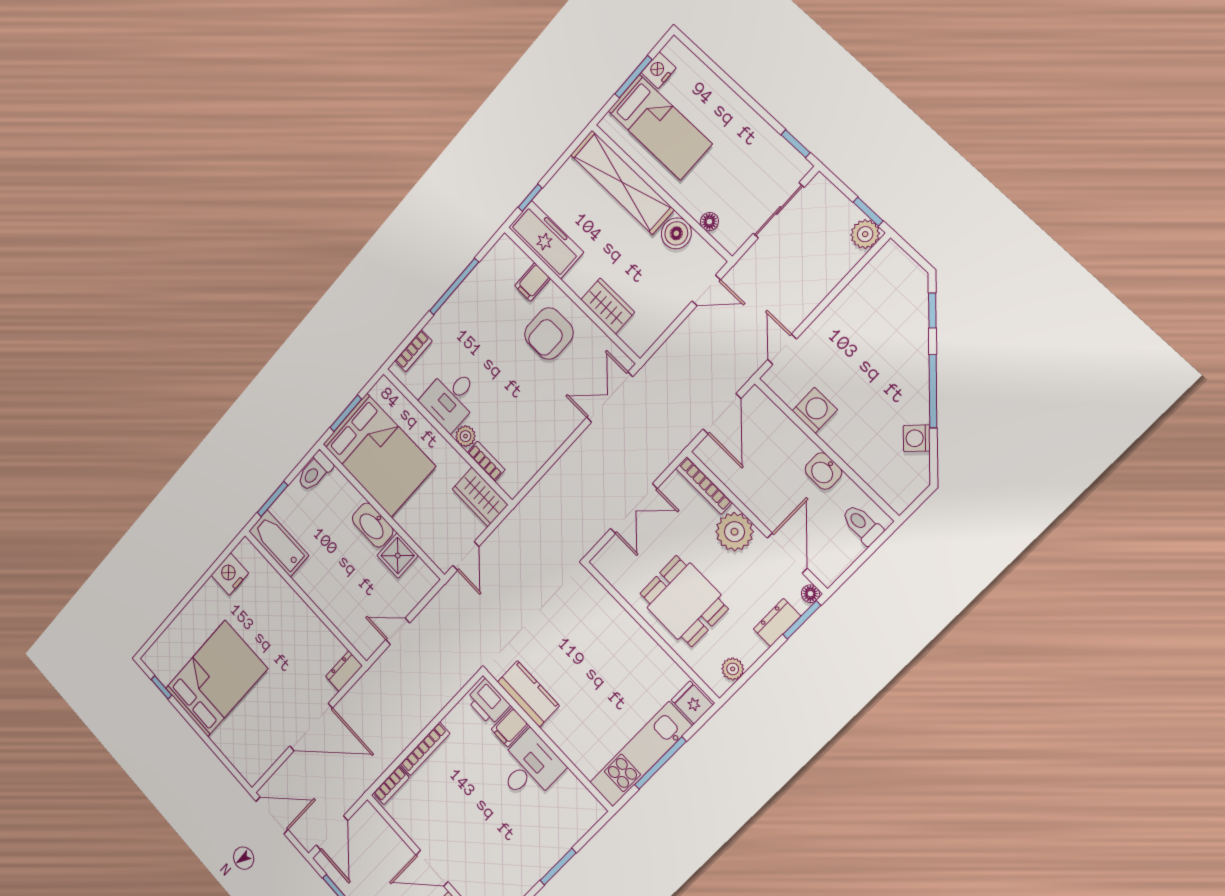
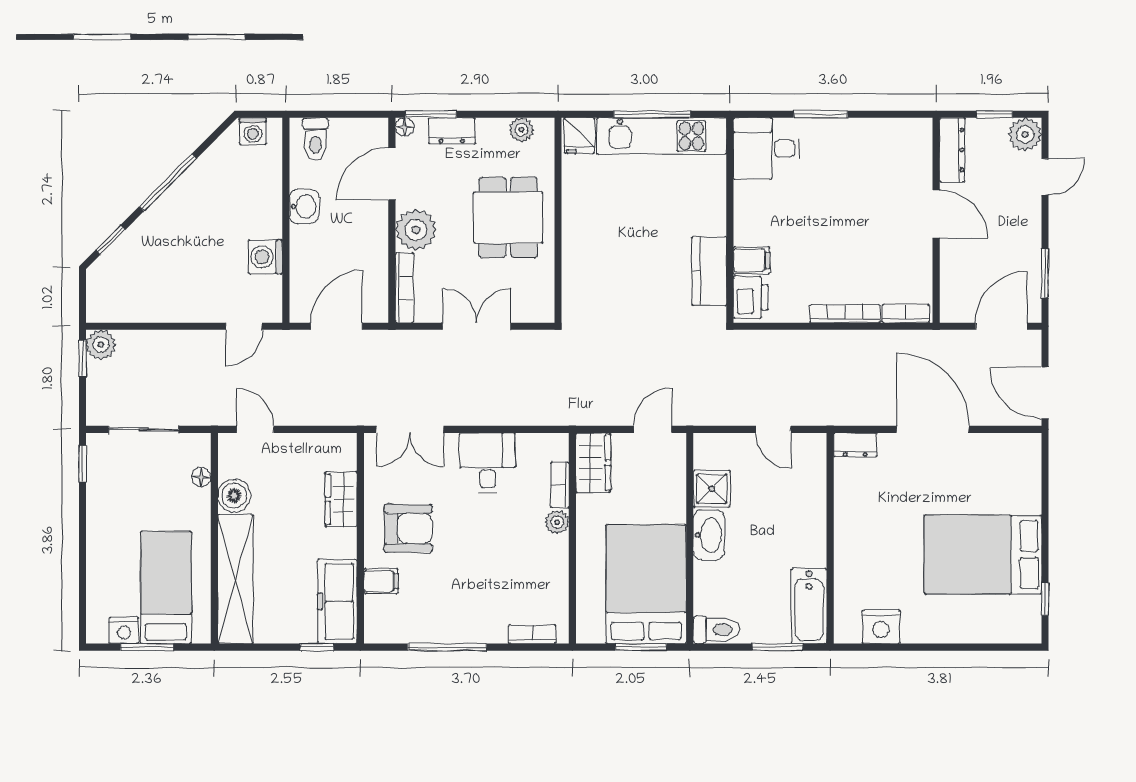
desk: (451, 398) -> (487, 463), moved, turned -90
washing machine: (917, 438) -> (253, 131), moved, turned 45
desk: (530, 767) -> (767, 149), moved

